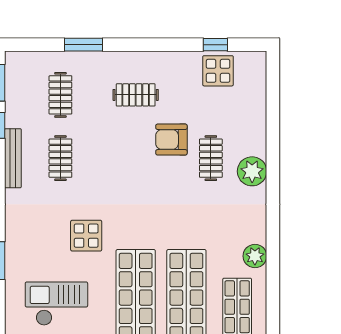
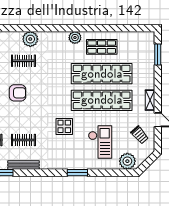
armchair: (171, 140) -> (18, 93), moved, turned -90
checkout: (56, 304) -> (100, 142), turned 180

